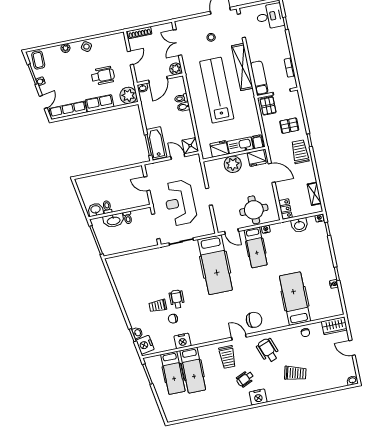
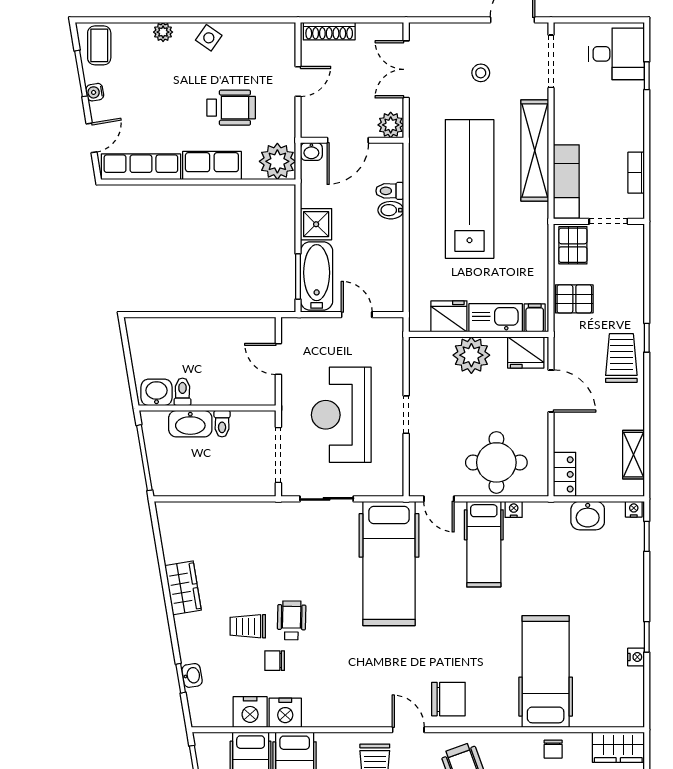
pallet: (289, 126) -> (574, 299), moved
shower: (190, 146) -> (316, 224), moved
wardrobe: (125, 295) -> (183, 588), added
nightstand: (145, 345) -> (250, 712), moved, turned -81

